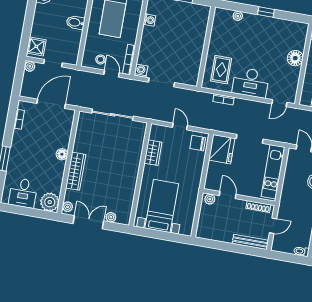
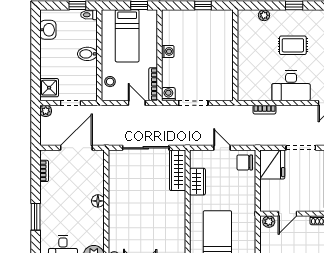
washing machine: (149, 20) -> (168, 51), moved
stool: (101, 59) -> (110, 82), moved
rug: (221, 70) -> (293, 45), moved, turned 90
wardrobe: (76, 171) -> (178, 170), moved, turned 180
door: (228, 195) -> (288, 214), swing flipped

